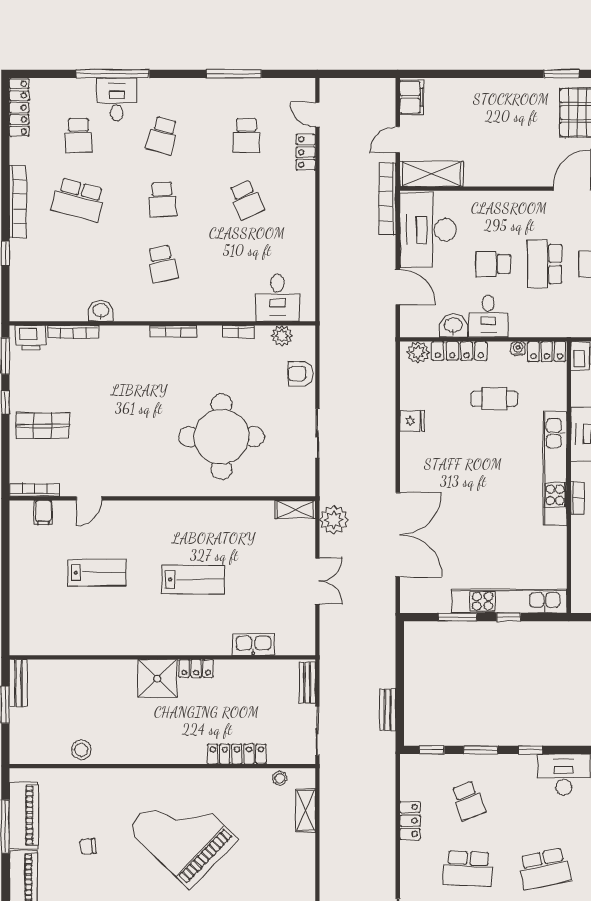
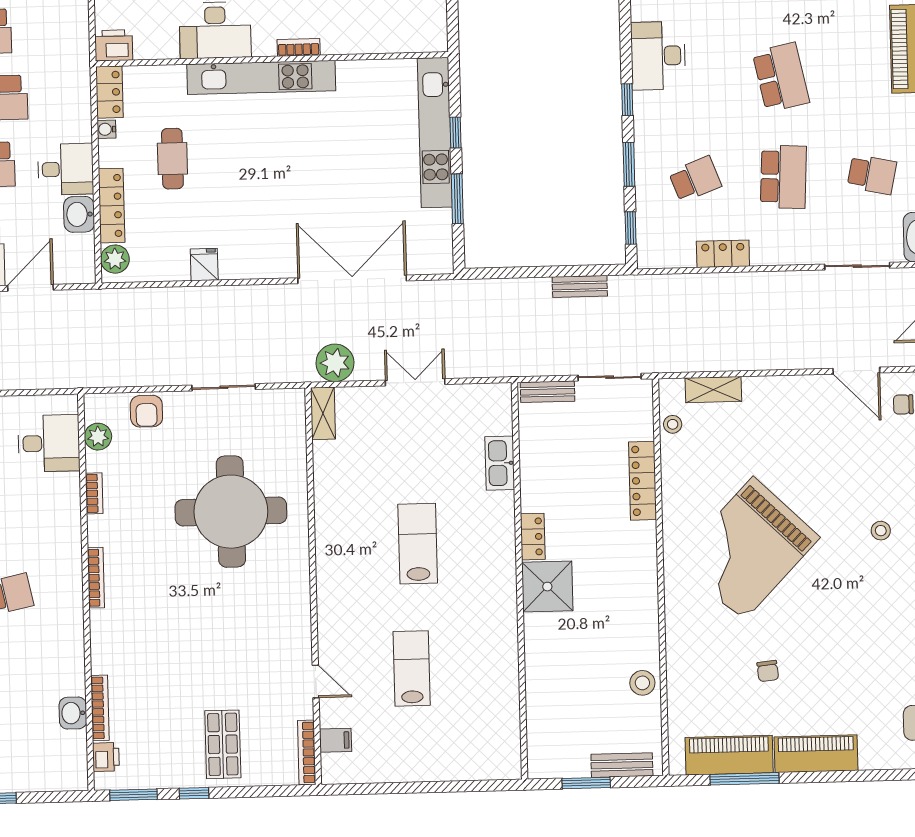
washbasin: (101, 311) -> (73, 713), moved
printer: (31, 338) -> (106, 757), width x0.73, depth x0.81
bench: (18, 683) -> (622, 765), moved

